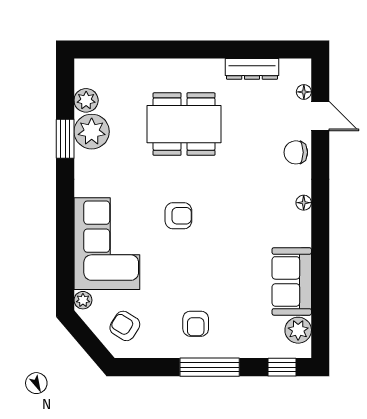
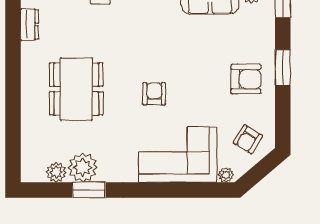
dresser: (252, 69) -> (29, 24), width x0.70
armchair: (196, 324) -> (246, 79), width x1.38, depth x1.38
window: (210, 367) -> (283, 67), width x0.69

